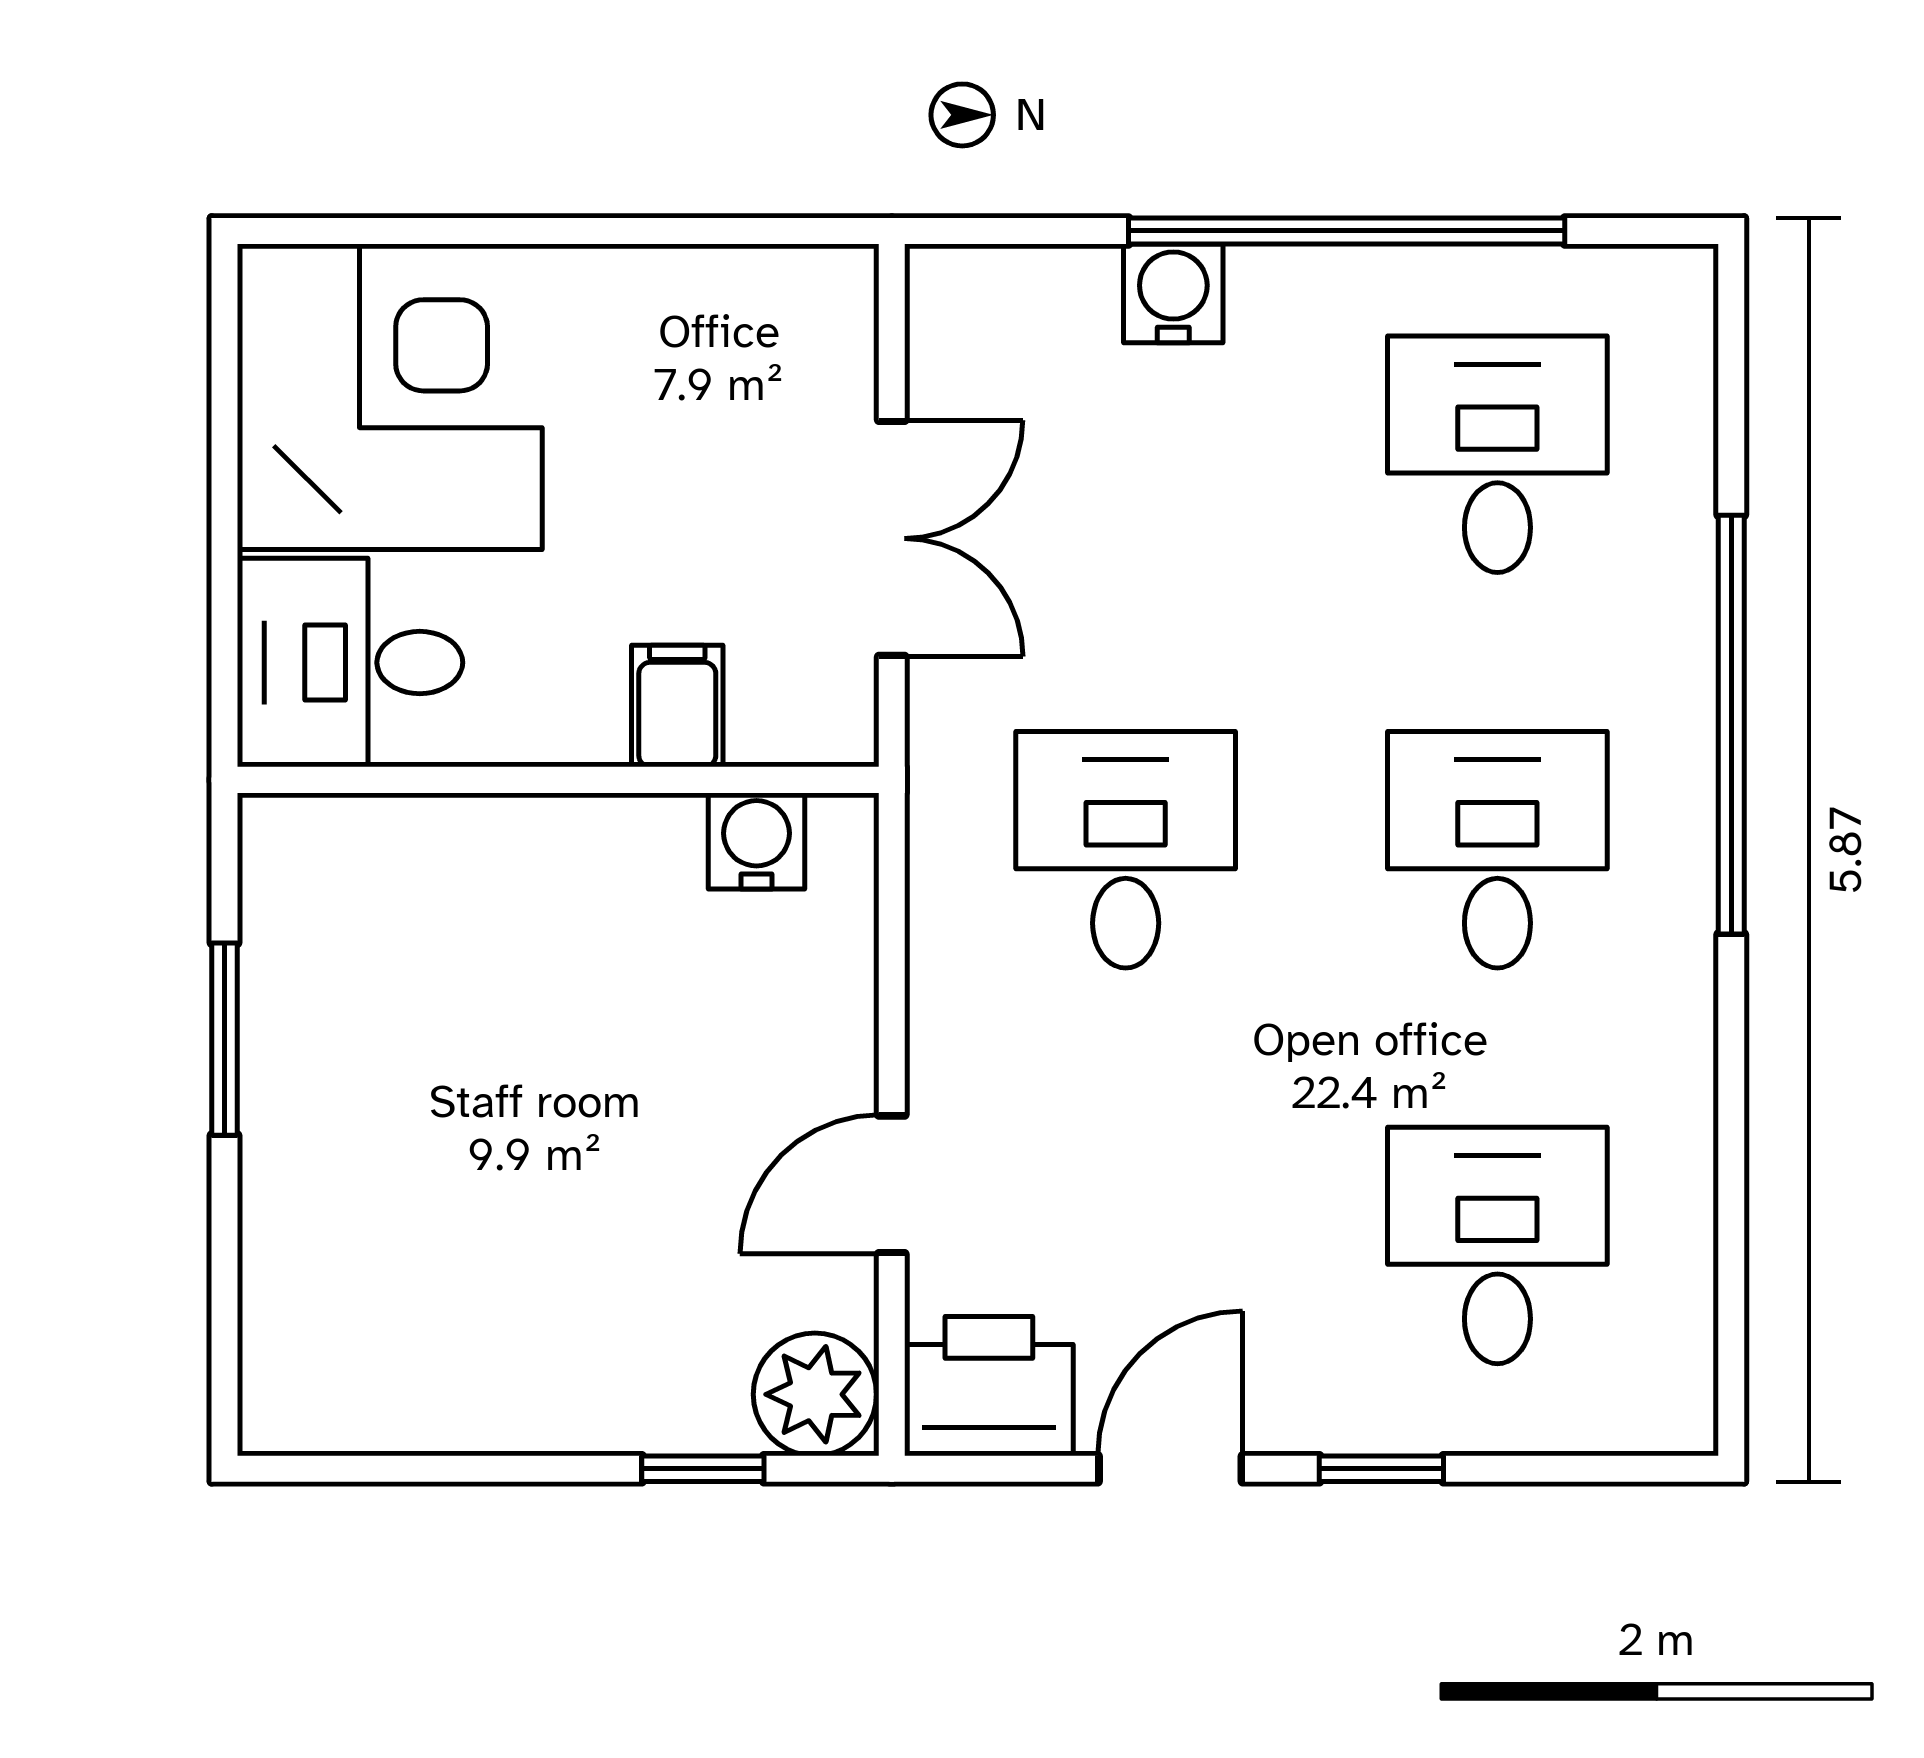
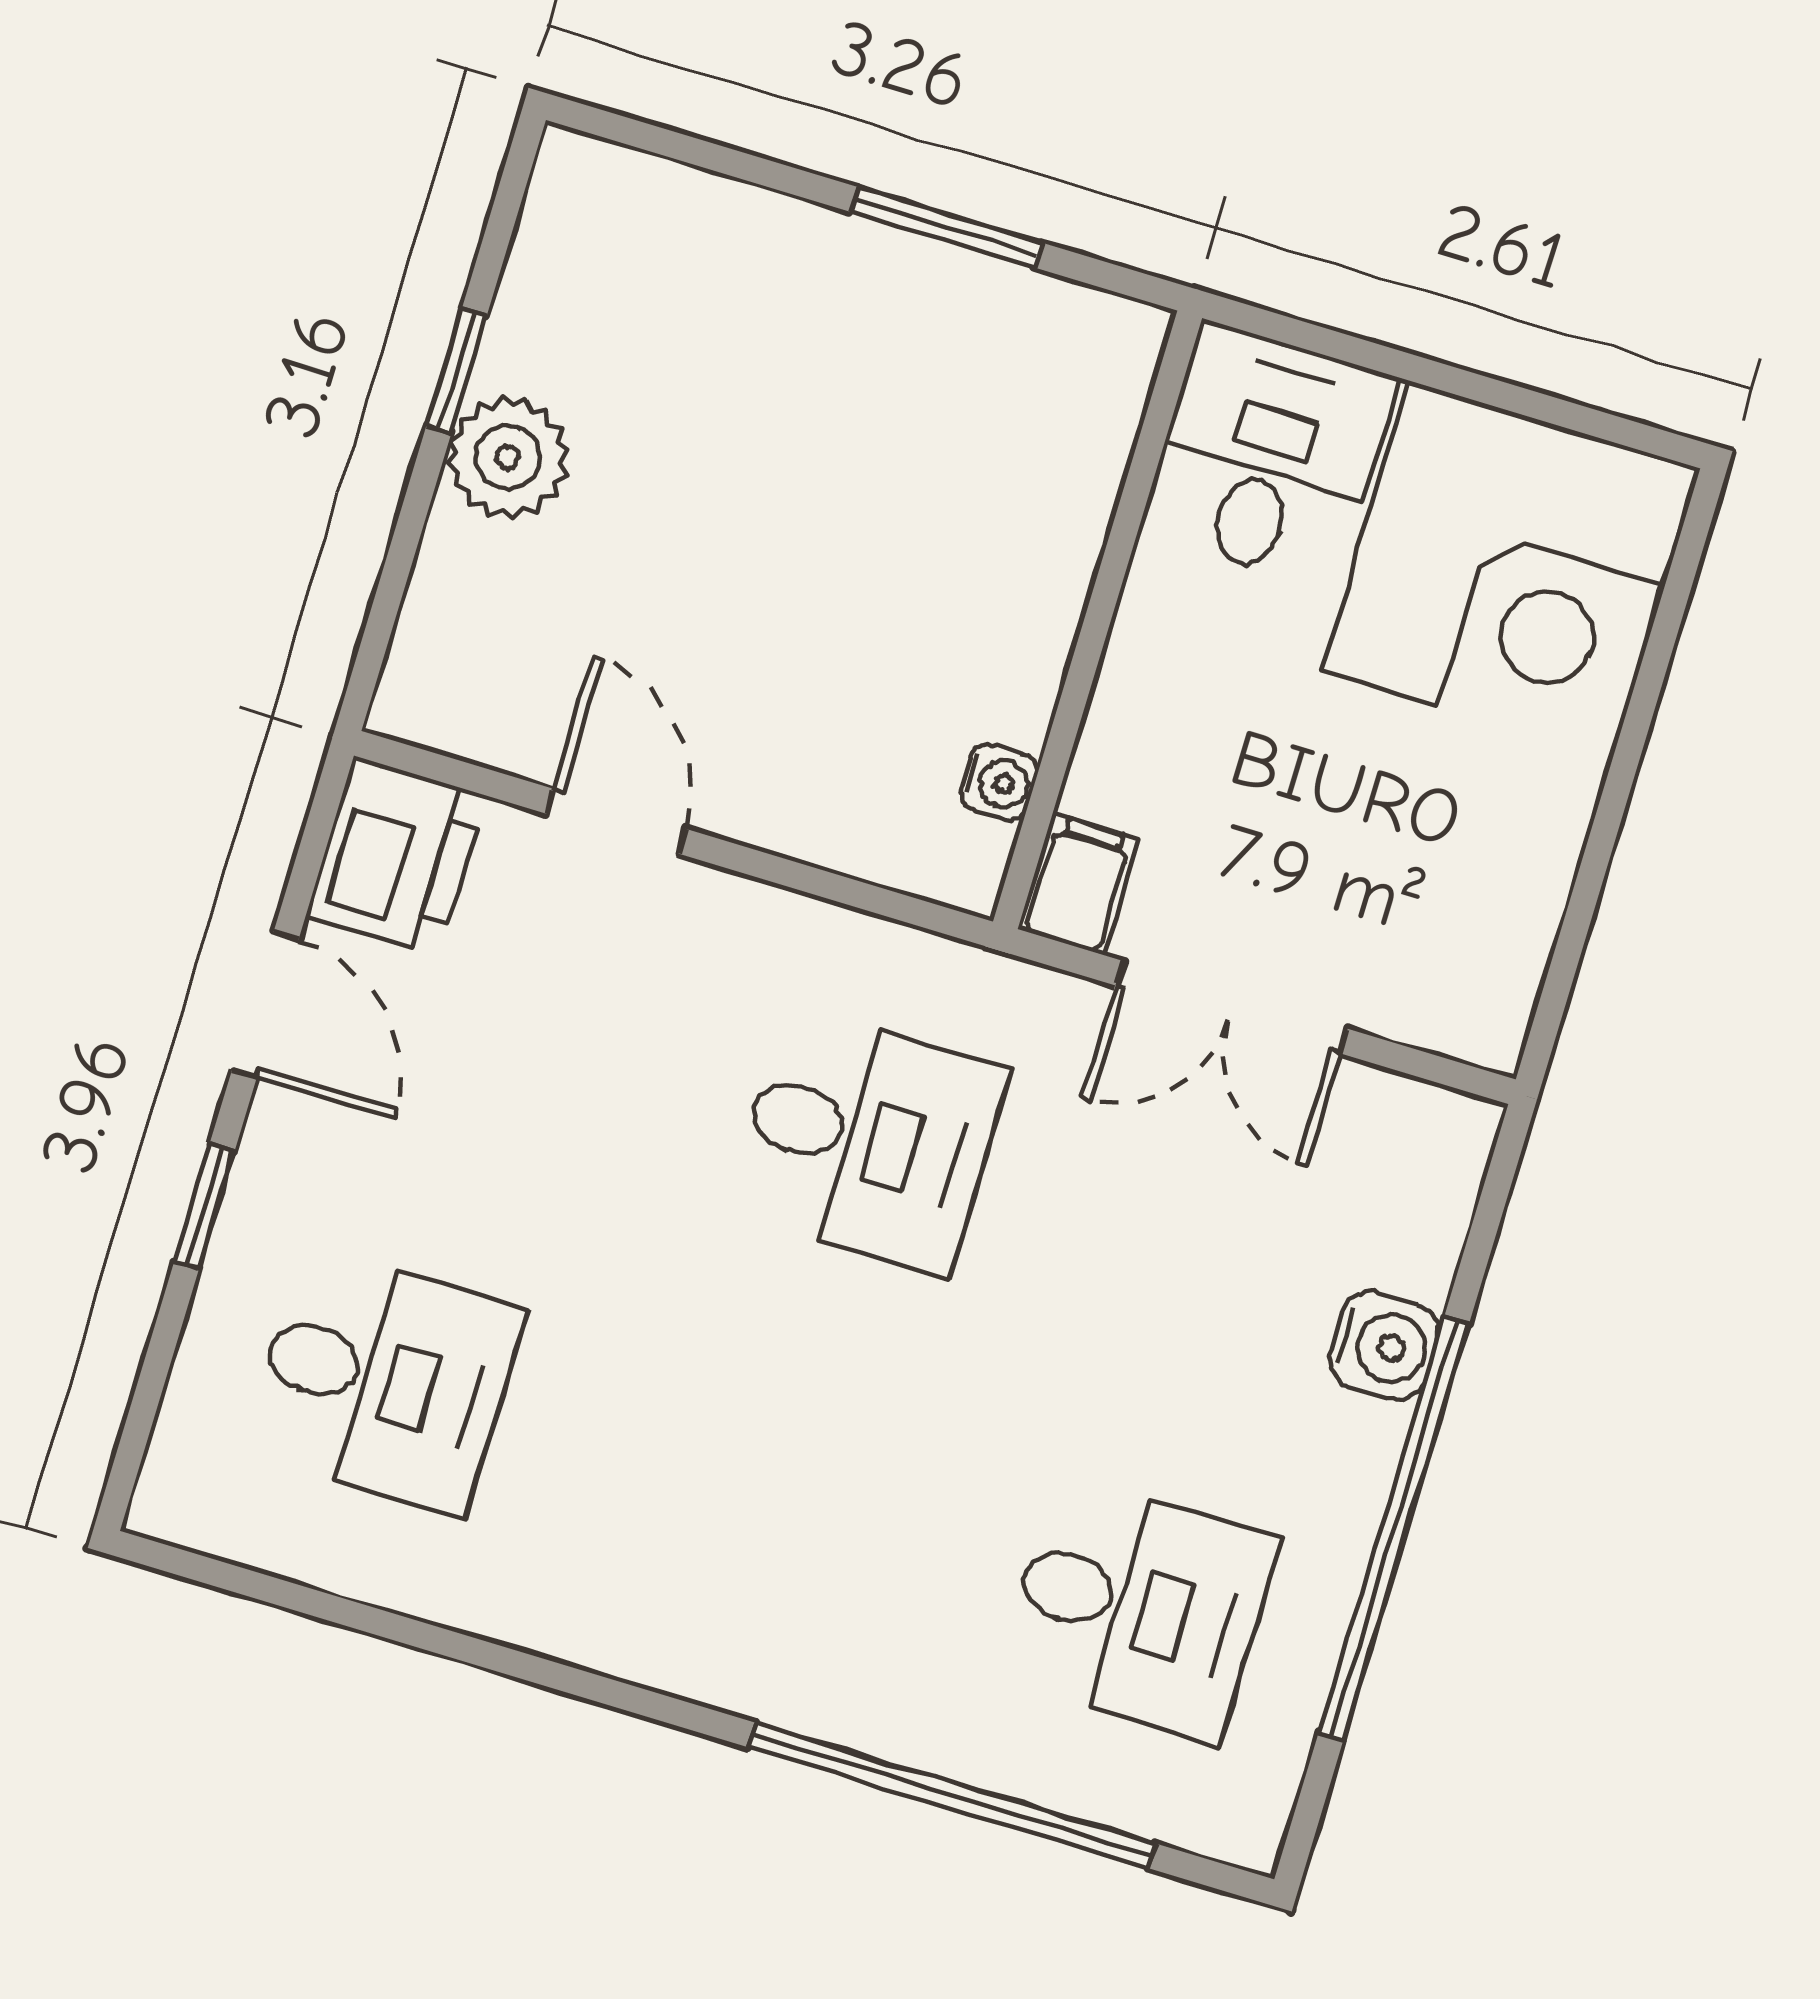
filing cabinet: (677, 706) -> (1079, 884), moved, turned -90
window: (1731, 725) -> (952, 1795), moved
water cooler: (756, 841) -> (999, 782), width x0.72, depth x0.72
desk: (1497, 850) -> (761, 1495), removed
plant: (815, 1394) -> (508, 457), moved
window: (703, 1469) -> (457, 370), moved

